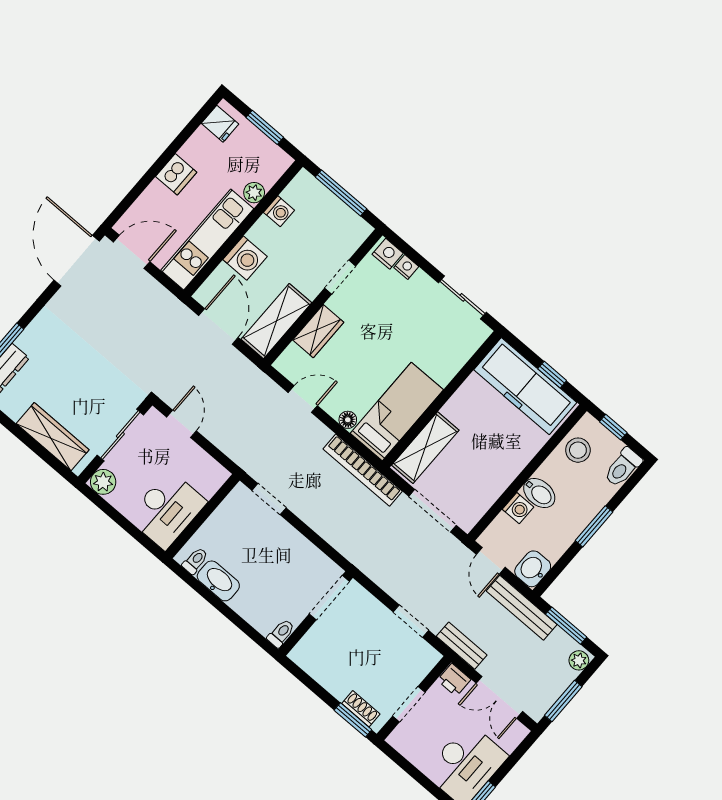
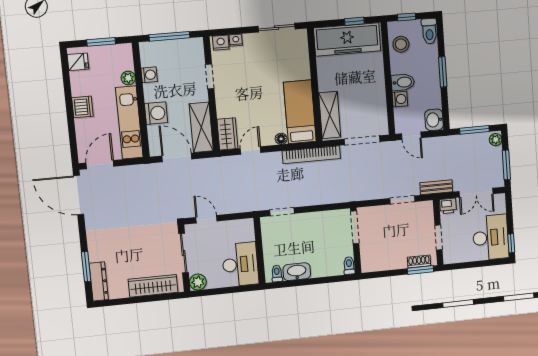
wardrobe: (318, 331) -> (227, 134), moved
bench: (522, 608) -> (446, 143), removed

